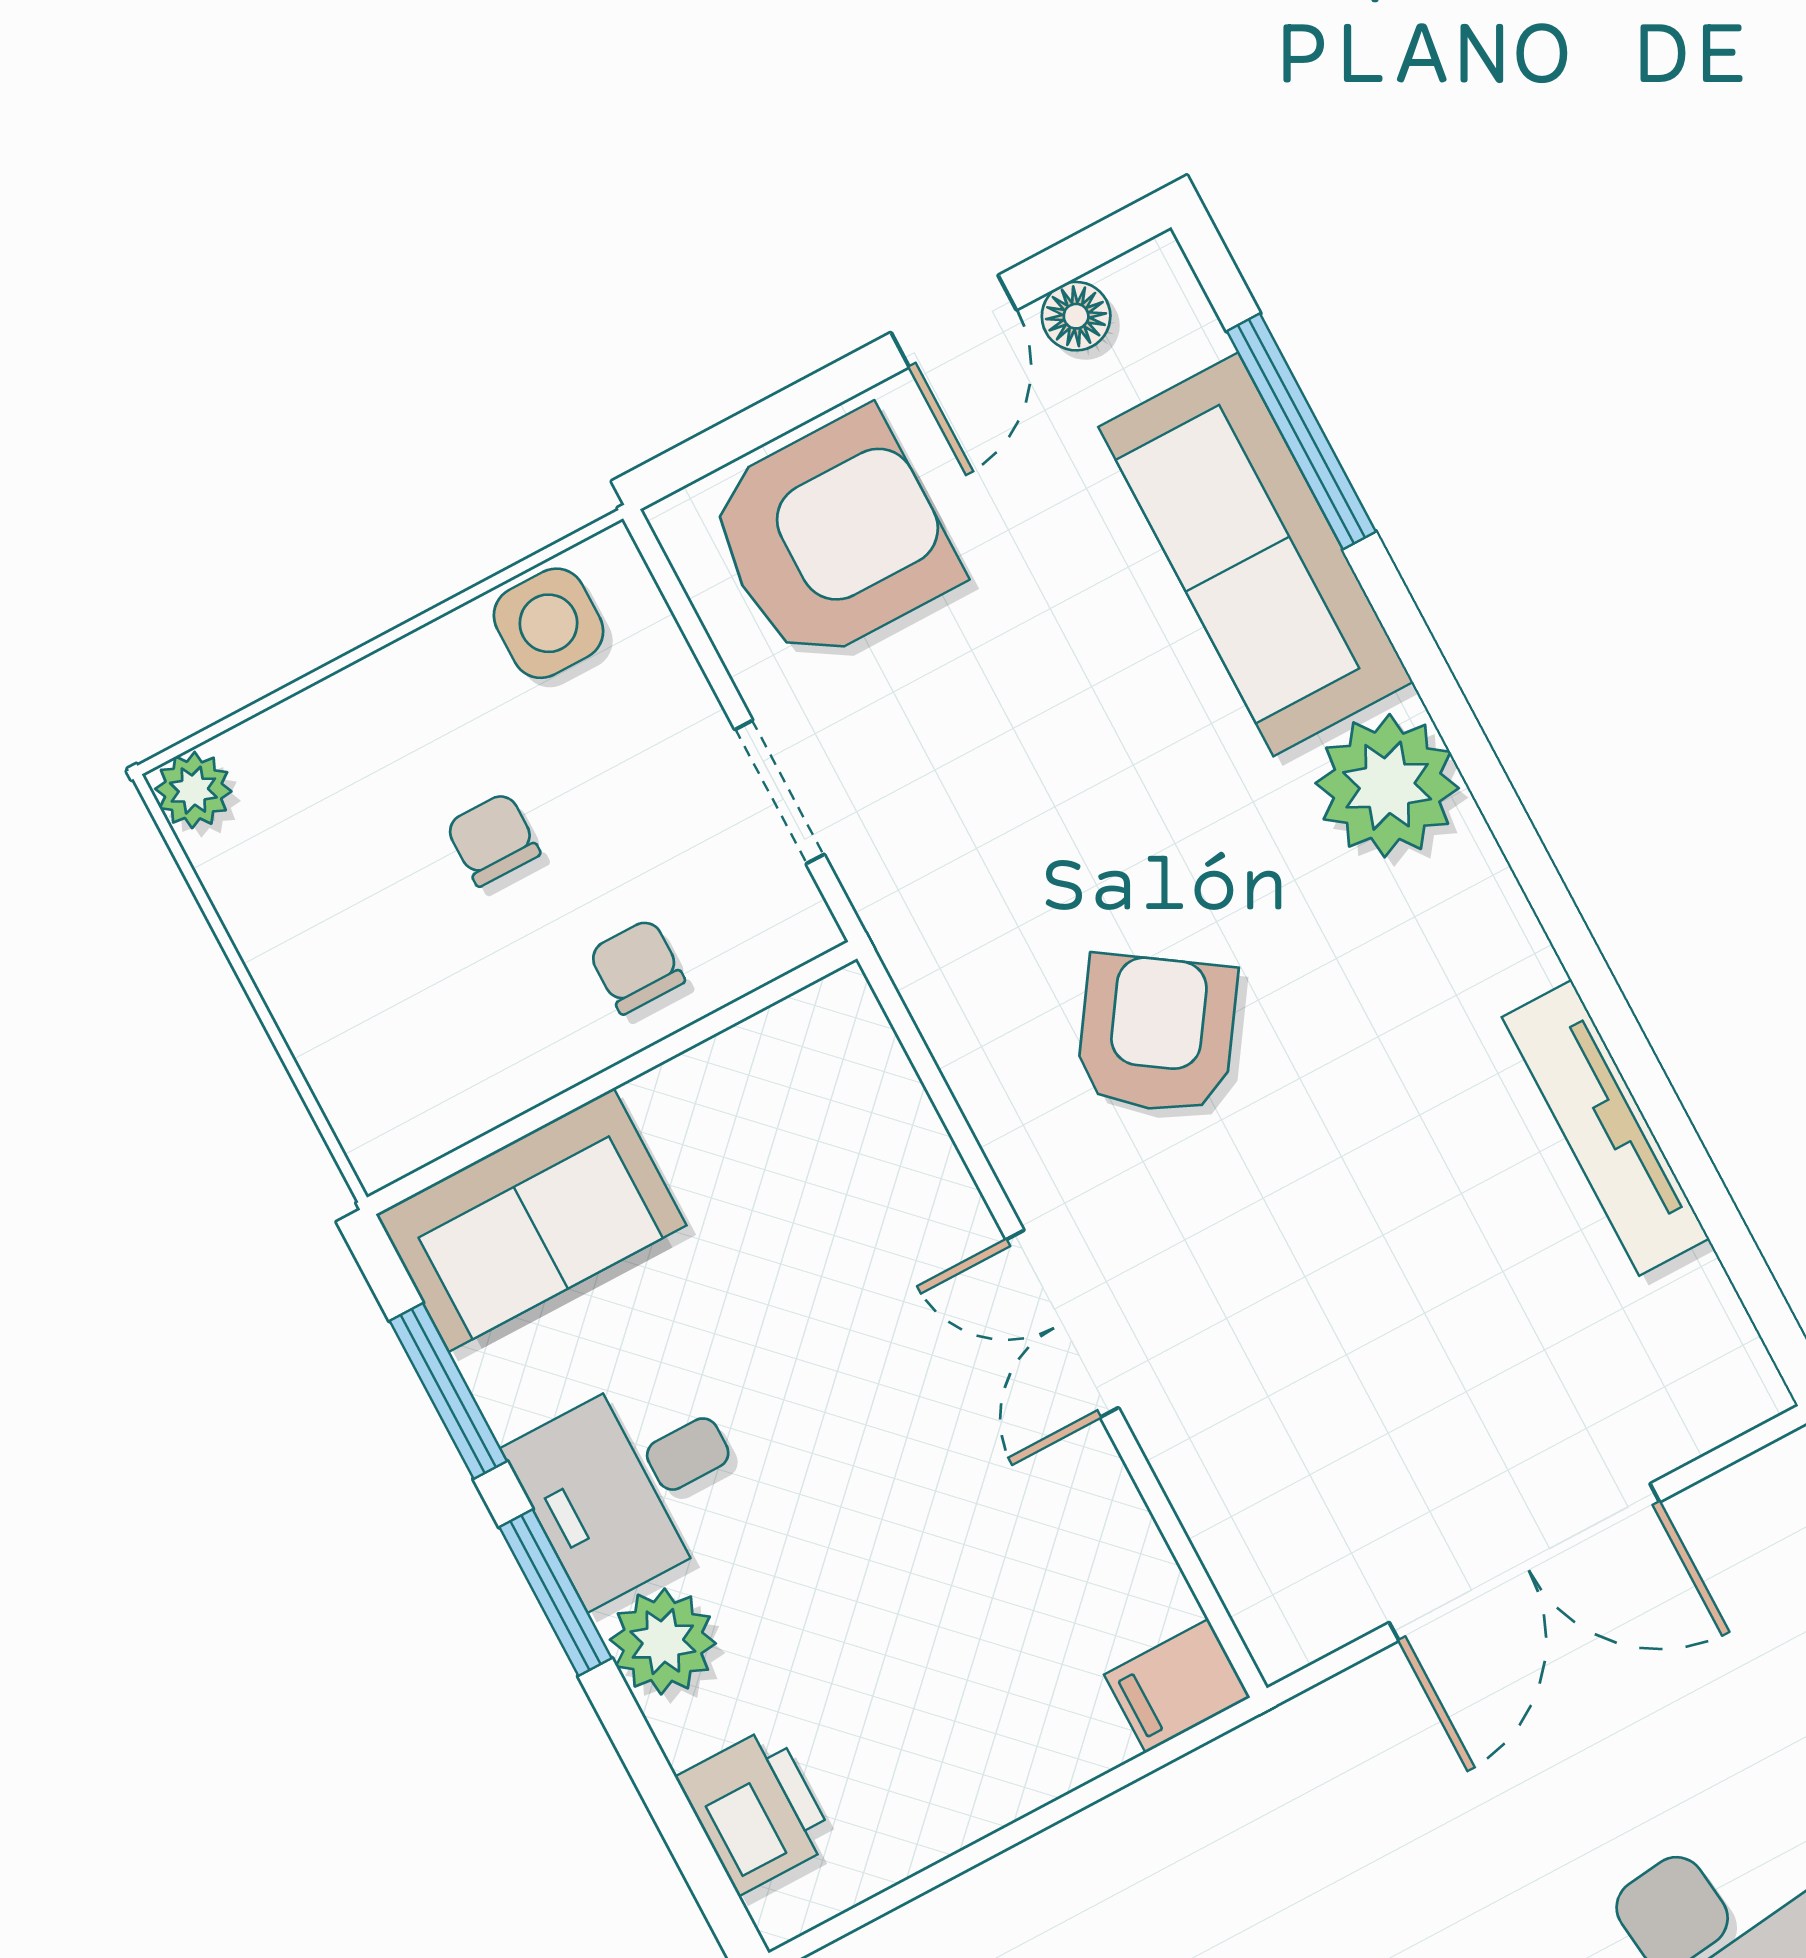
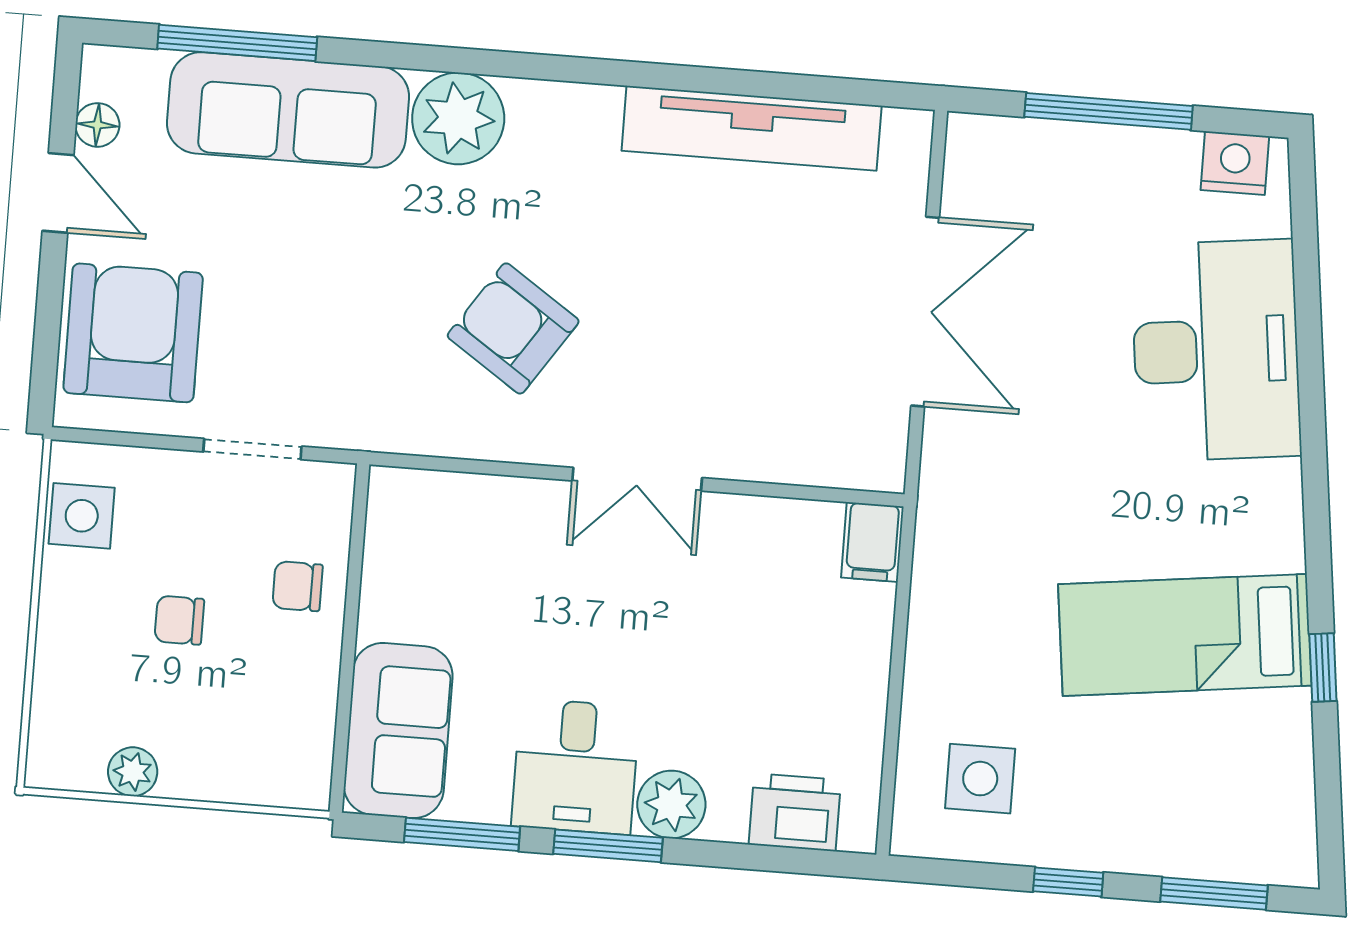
plant: (193, 790) -> (133, 772), moved
tv unit: (1605, 1128) -> (752, 128), width x1.36, depth x1.29

